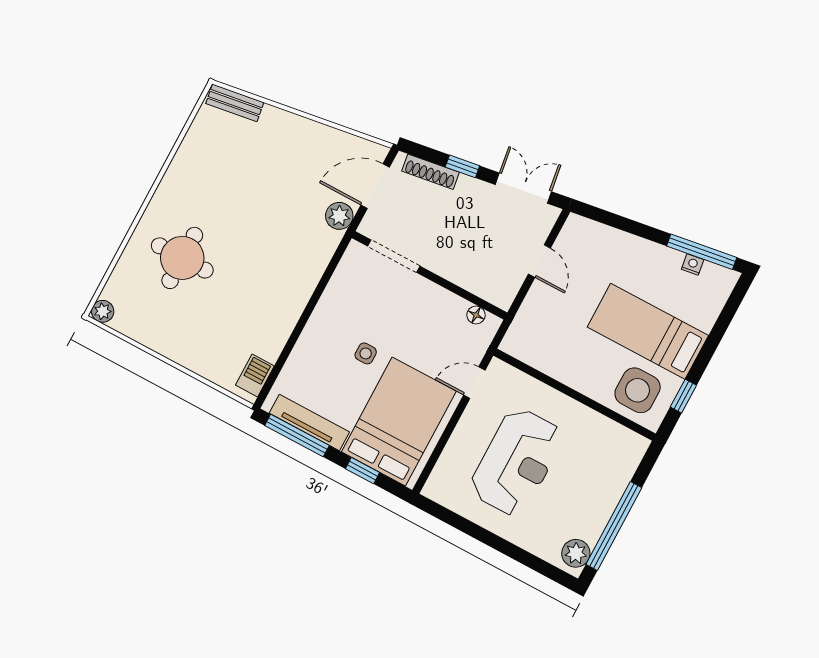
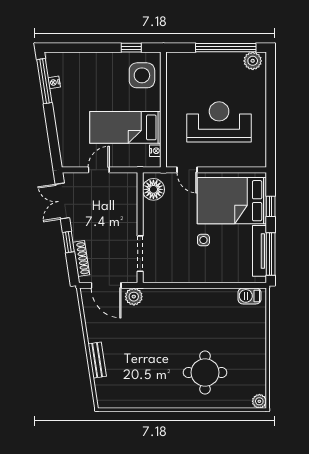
bench: (235, 103) -> (97, 360), moved
floor lamp: (476, 315) -> (153, 189), width x1.89, depth x1.89
bed: (648, 331) -> (125, 127), moved, turned 90
nightstand: (524, 353) -> (155, 151), added

